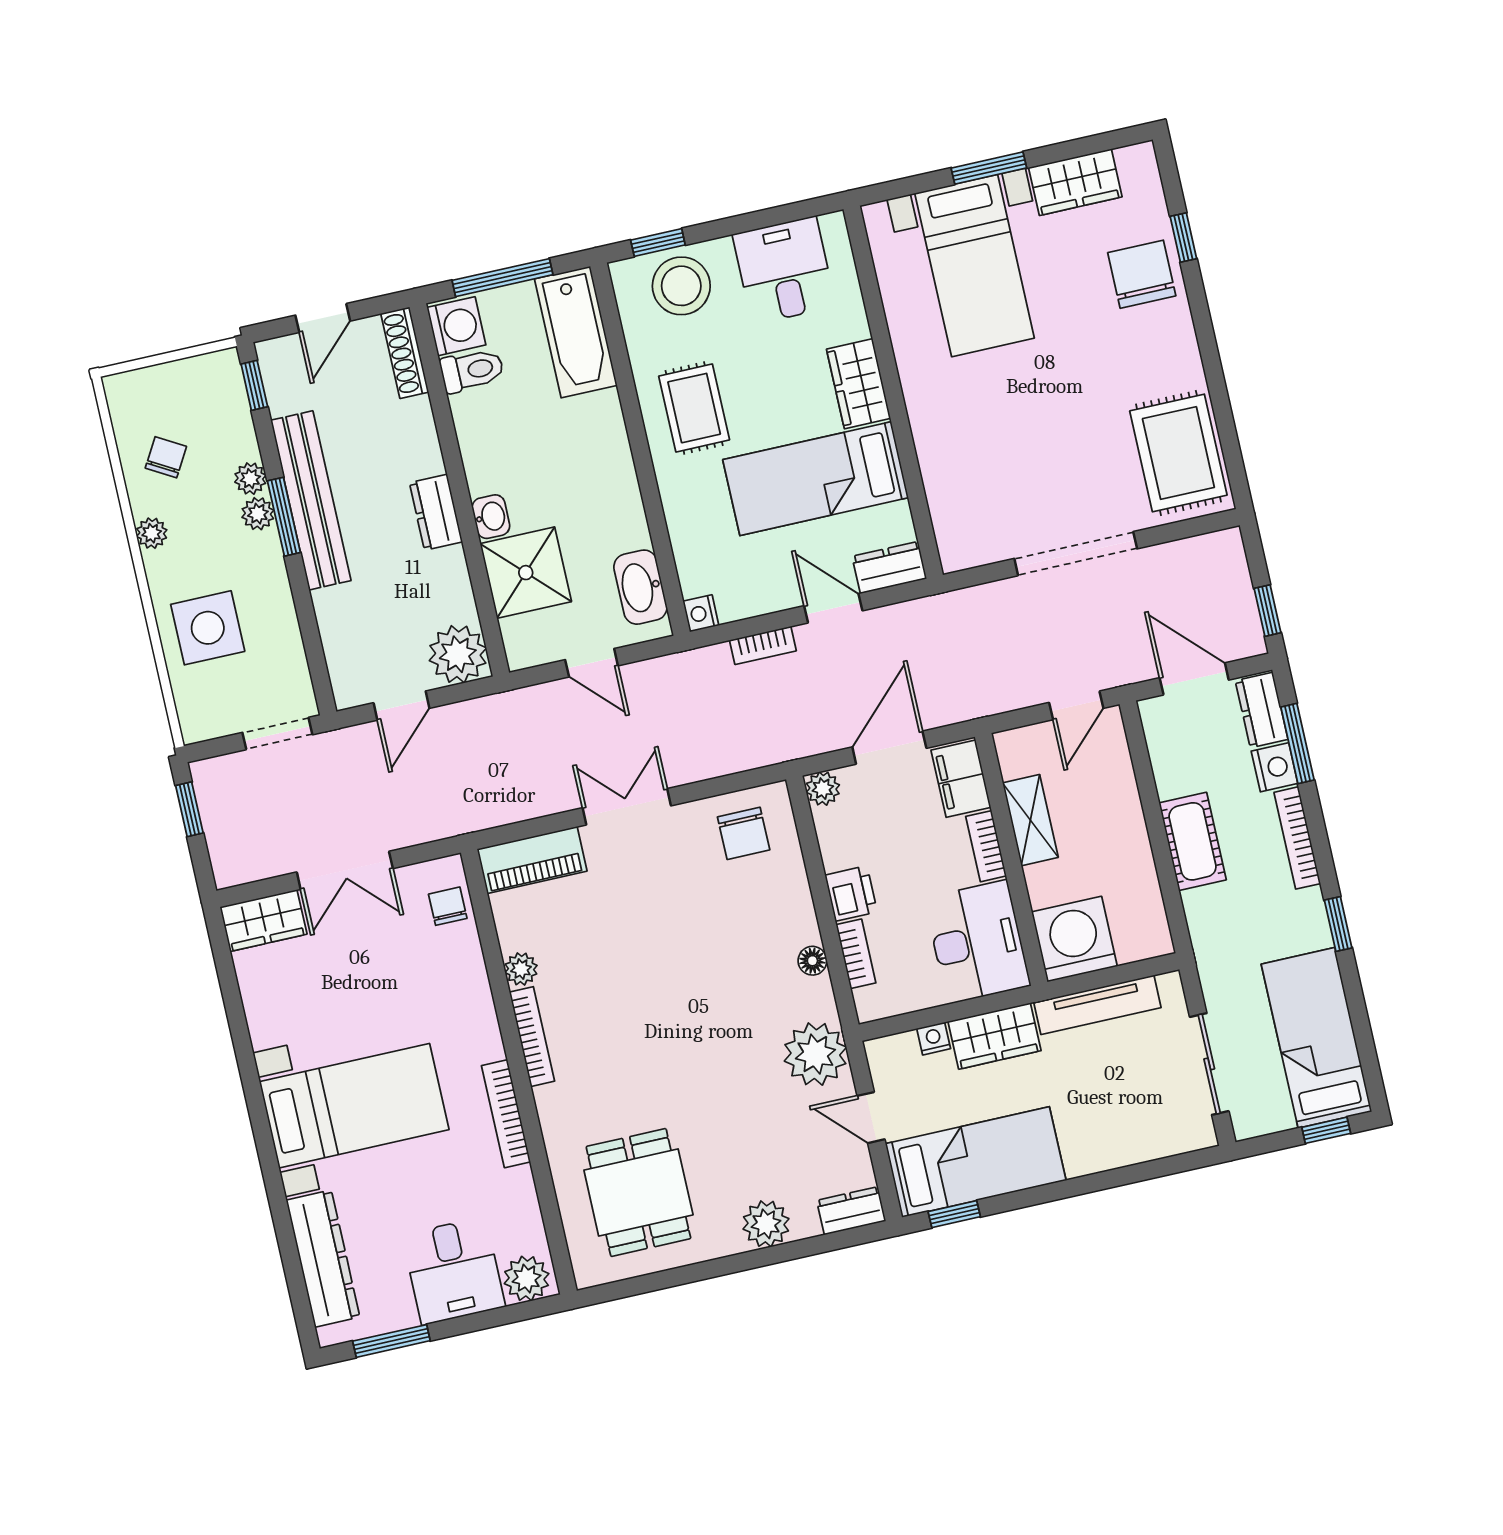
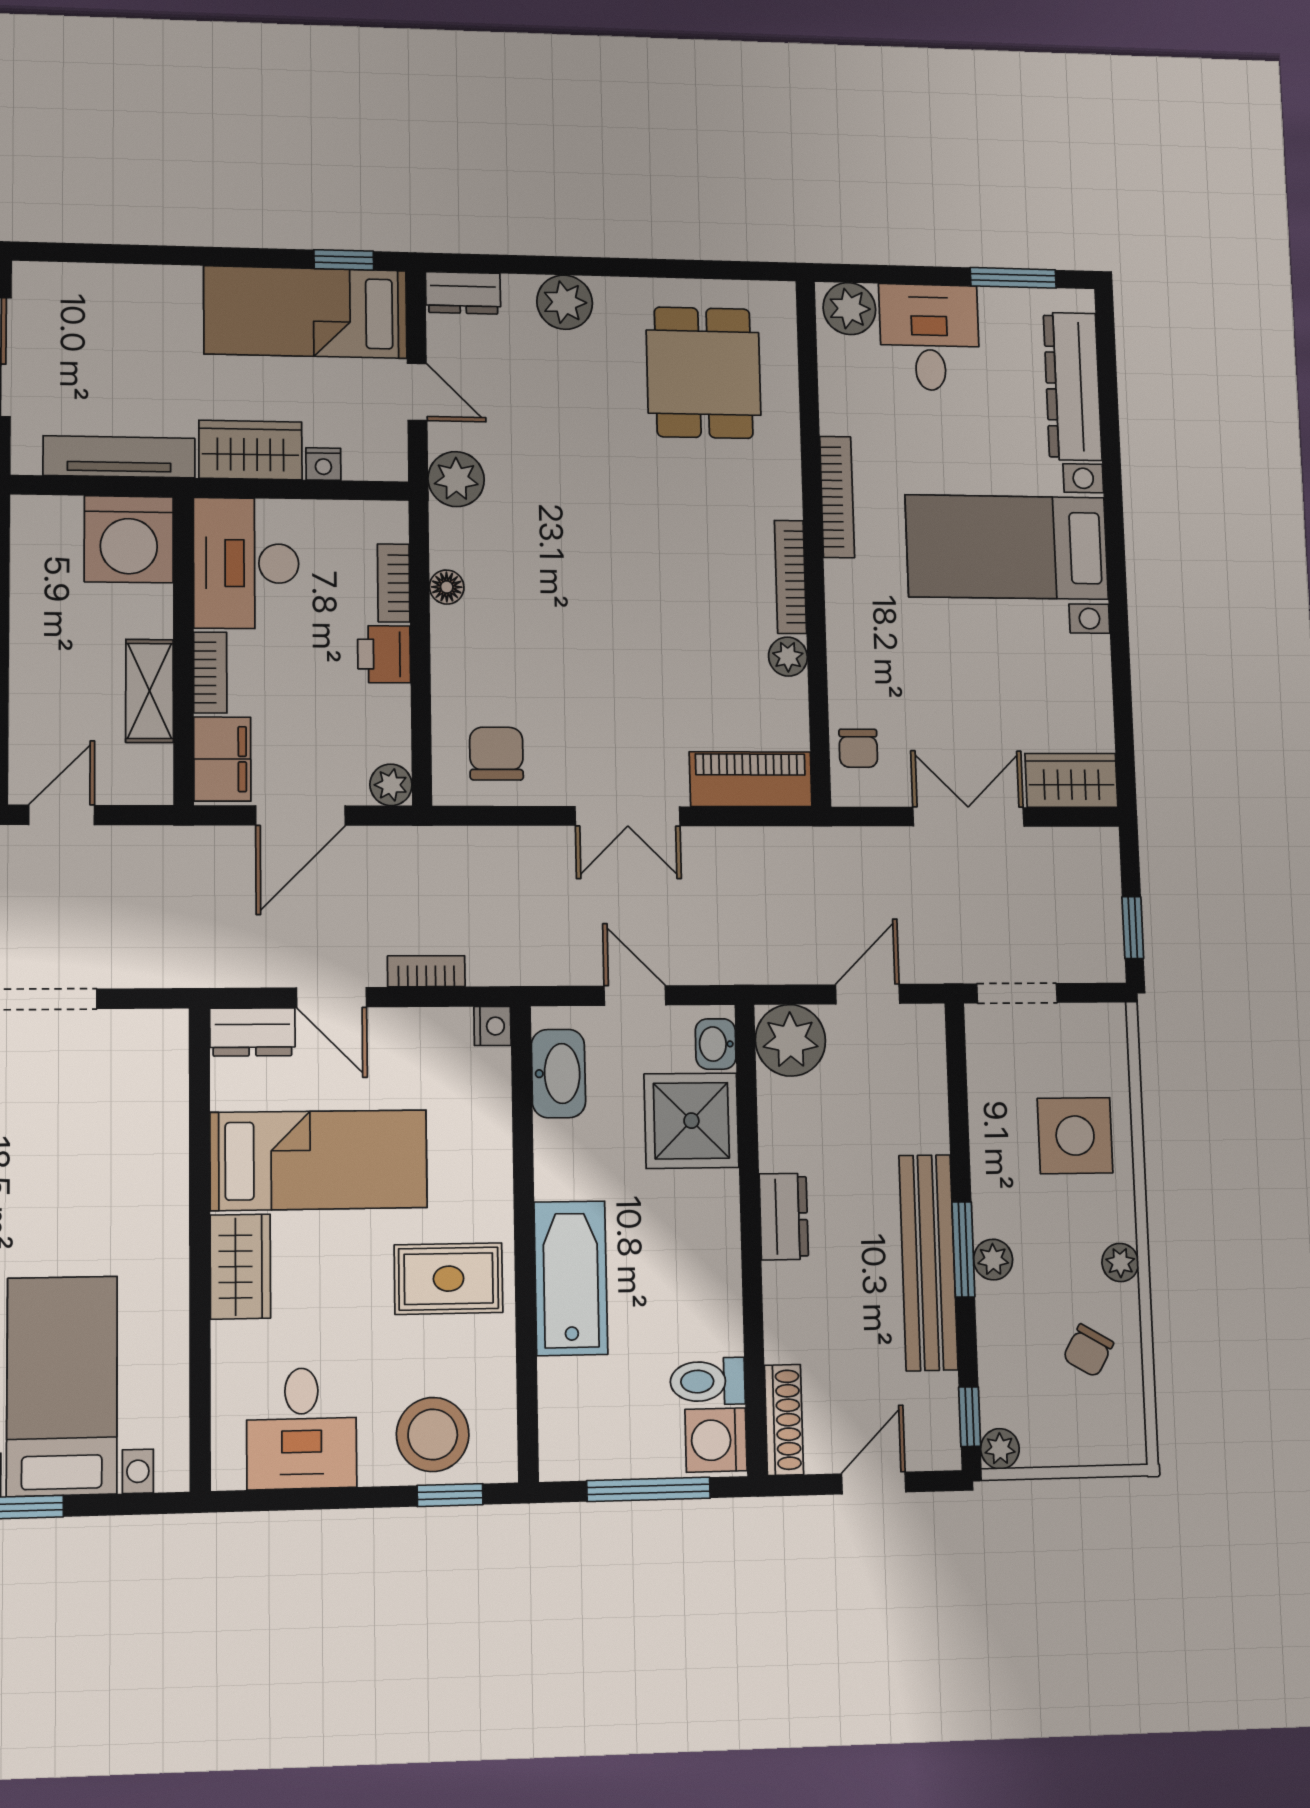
bathtub: (576, 332) -> (571, 1278), moved
rug: (694, 408) -> (449, 1279), turned 90
plant: (250, 479) -> (1000, 1449), moved
washbasin: (491, 517) -> (716, 1044), moved
plant: (815, 1054) -> (456, 479), width x0.73, depth x0.73

